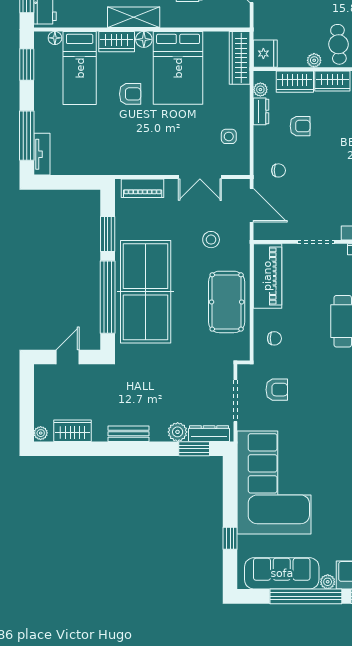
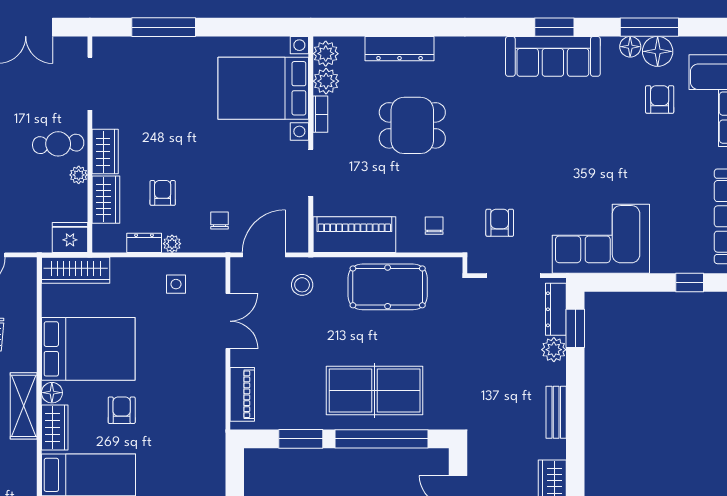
plant: (260, 90) -> (172, 244), moved
stool: (211, 240) -> (302, 285), moved
table tennis table: (146, 292) -> (375, 390), width x0.73, depth x0.76
corner sofa: (274, 482) -> (601, 239), width x0.73, depth x0.74

